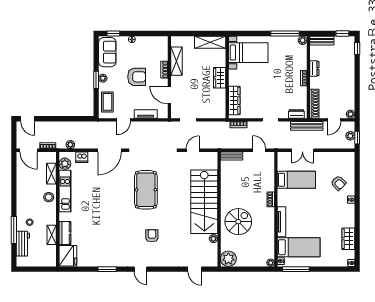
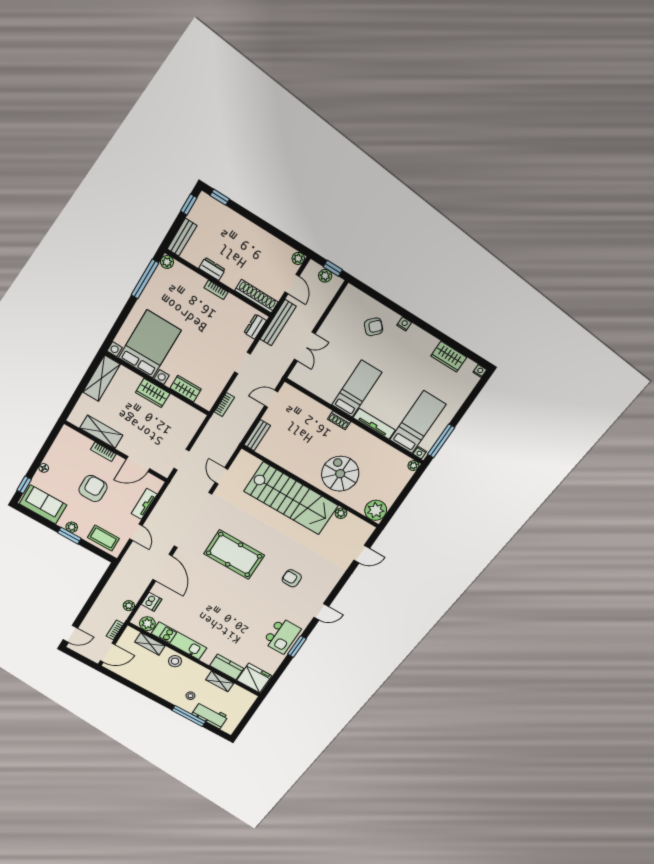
bed with nightstands: (248, 53) -> (150, 344), width x1.36
wardrobe: (234, 101) -> (186, 389), width x0.67
bed: (296, 180) -> (357, 389), moved
kitchen island: (109, 254) -> (282, 636), added

